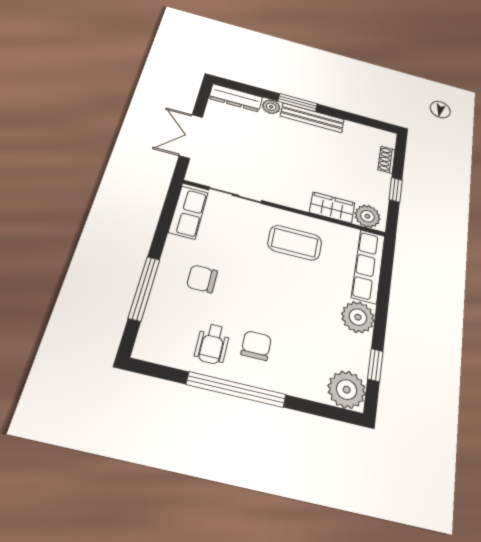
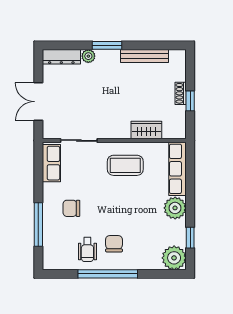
bench: (312, 118) -> (144, 56), moved
shoe rack: (387, 160) -> (181, 93), moved
plant: (367, 216) -> (172, 130), removed

